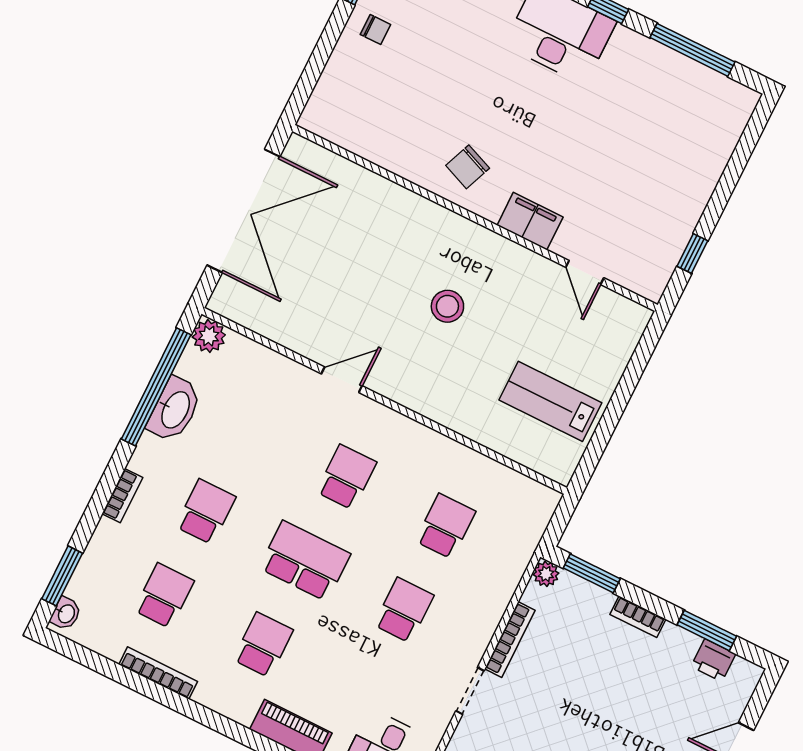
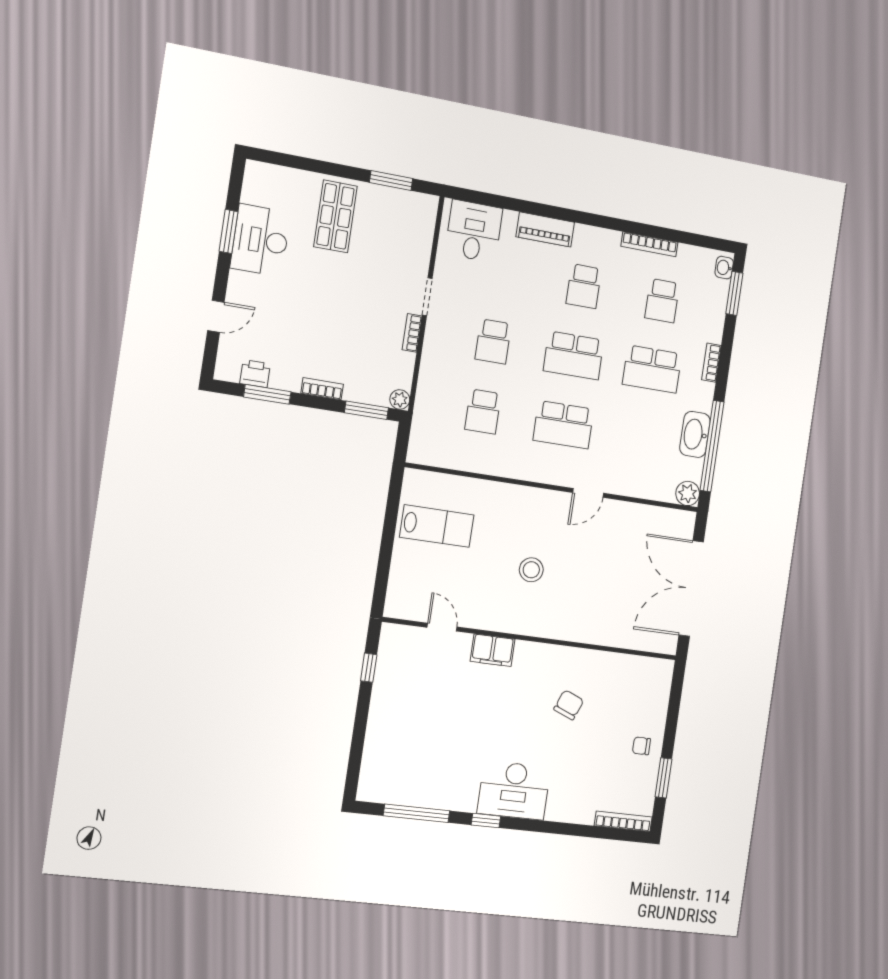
chair: (468, 167) -> (569, 705), moved
school desk: (346, 477) -> (563, 425), width x1.85
school desk: (206, 512) -> (652, 369), width x1.85
bookcase: (510, 640) -> (412, 333), width x0.64

